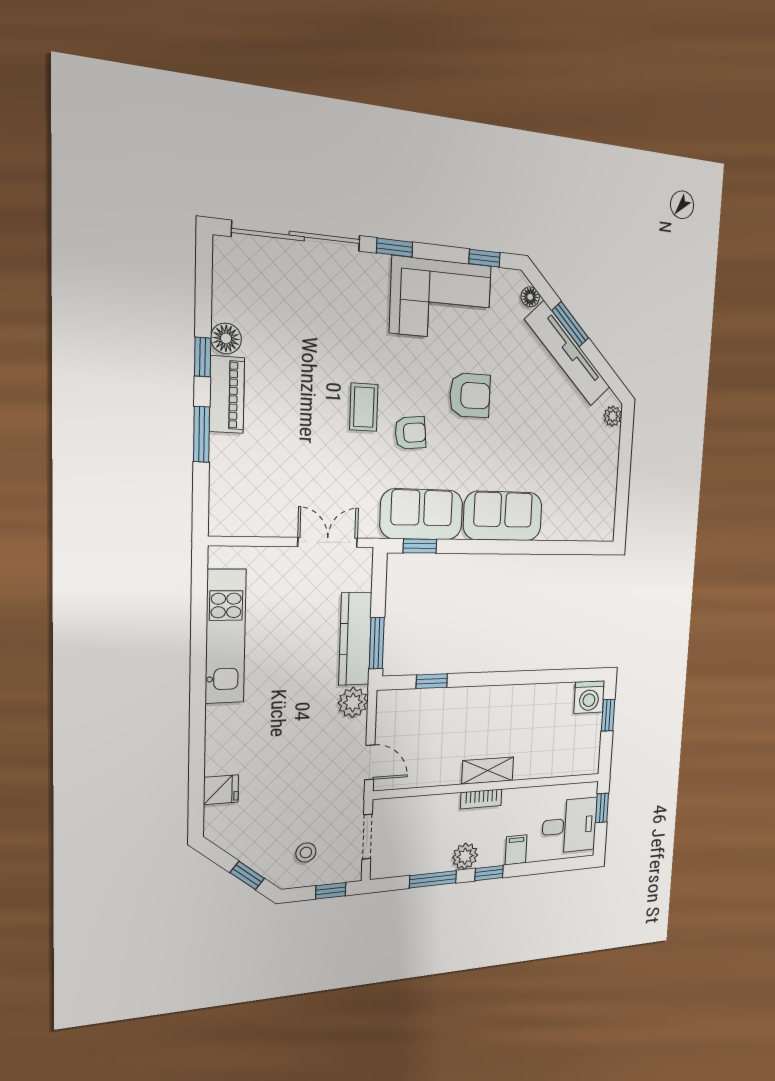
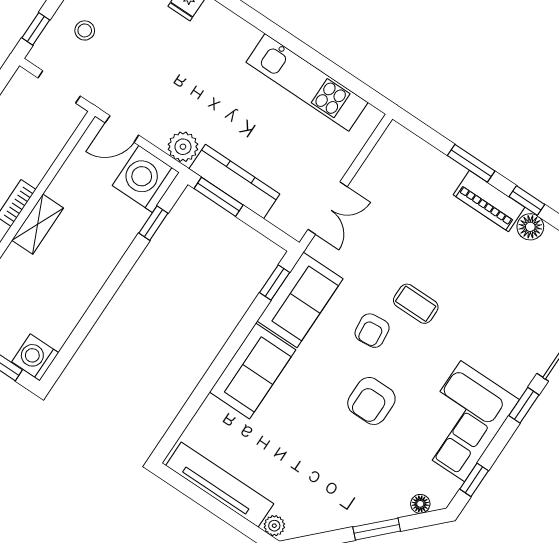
tv unit: (568, 354) -> (220, 485), moved, turned 45
washing machine: (399, 713) -> (146, 179), added

